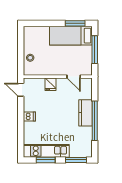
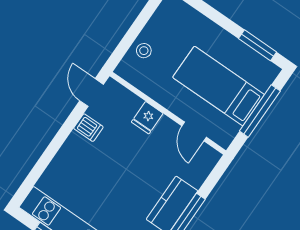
bed: (71, 36) -> (219, 86), moved
dishwasher: (29, 116) -> (88, 128), moved

